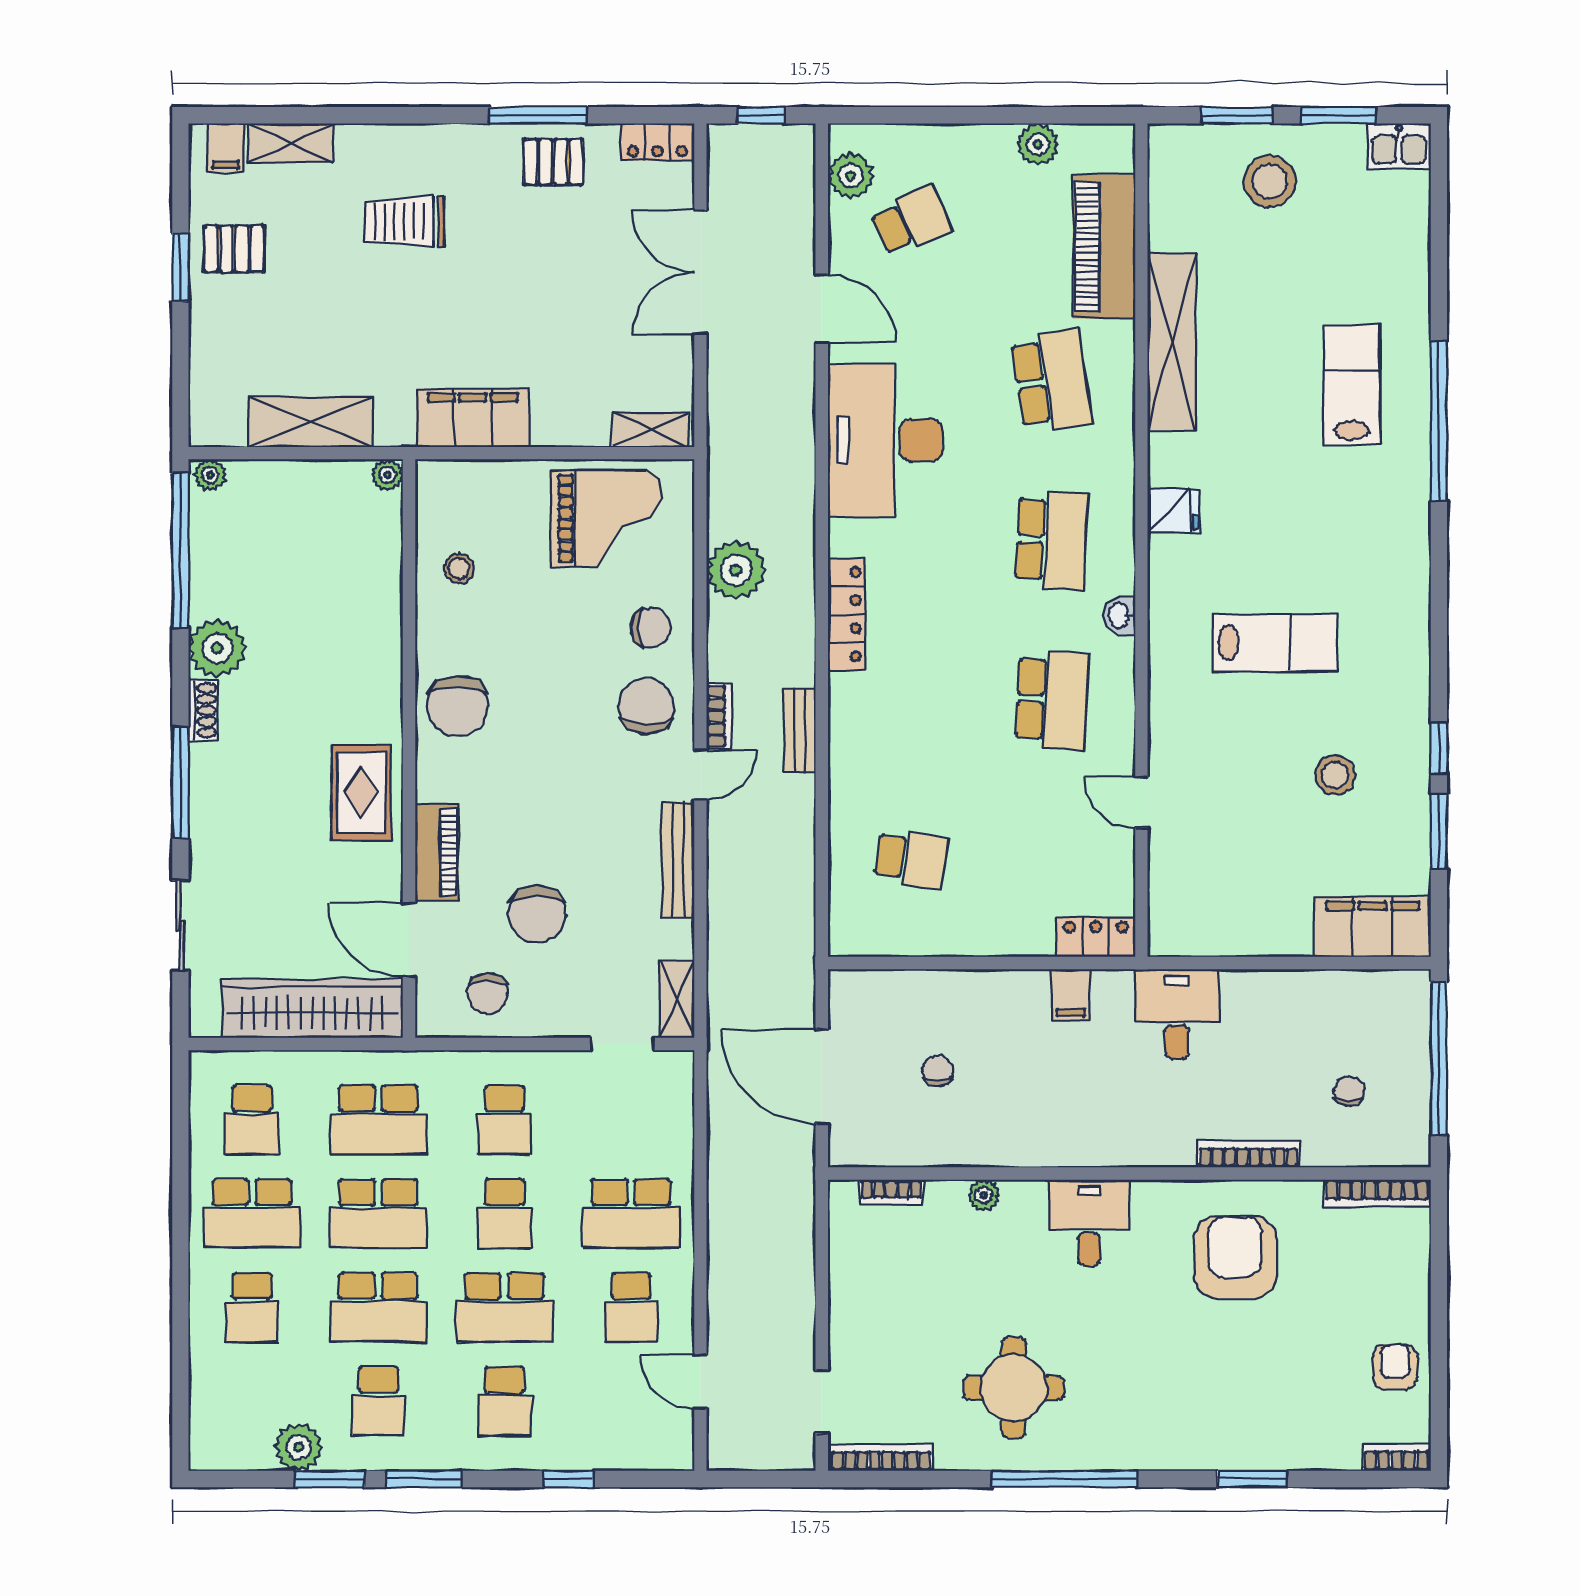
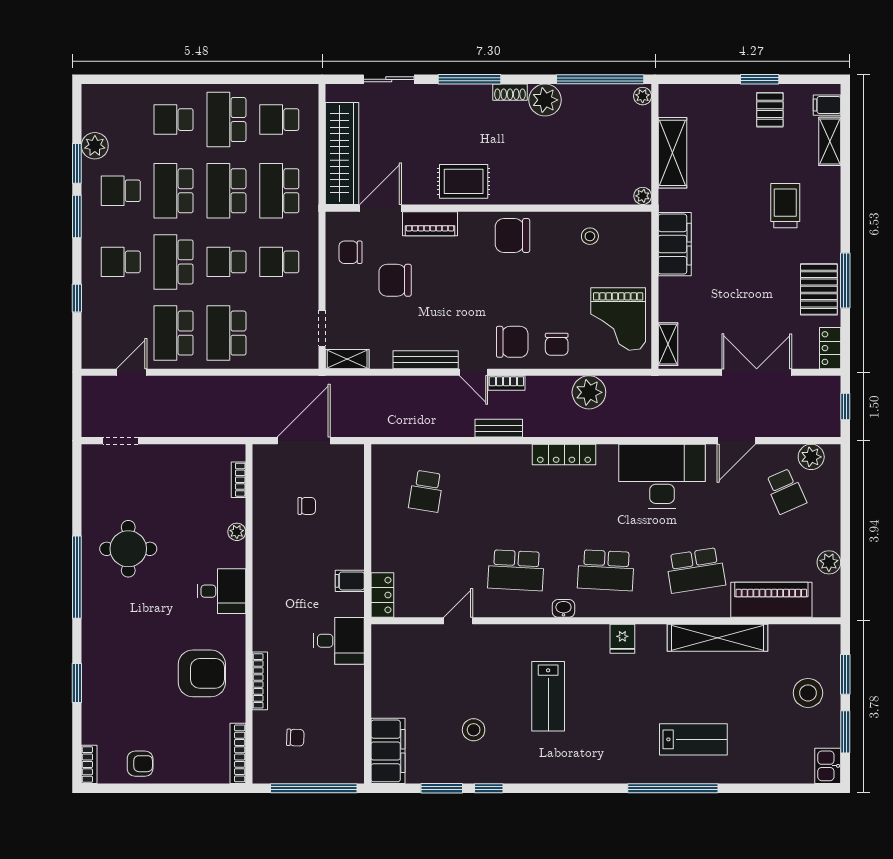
pallet: (553, 162) -> (819, 289), width x1.50, depth x1.42
school desk: (631, 1307) -> (174, 333), width x1.85
bookcase: (881, 1458) -> (89, 474), removed

